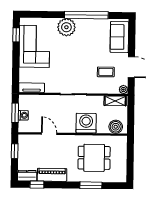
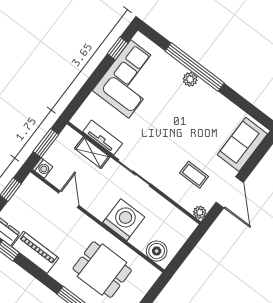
window: (86, 15) -> (195, 67), moved
plant: (66, 27) -> (190, 79), width x0.53, depth x0.53
tv unit: (32, 88) -> (103, 138), moved
shelving: (115, 101) -> (92, 153), moved
washing machine: (23, 115) -> (43, 168), moved

